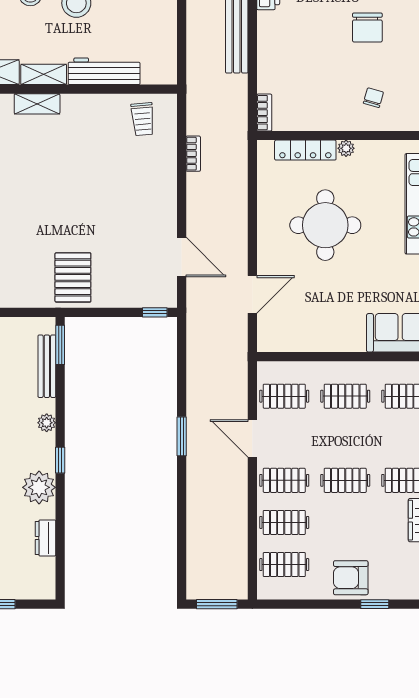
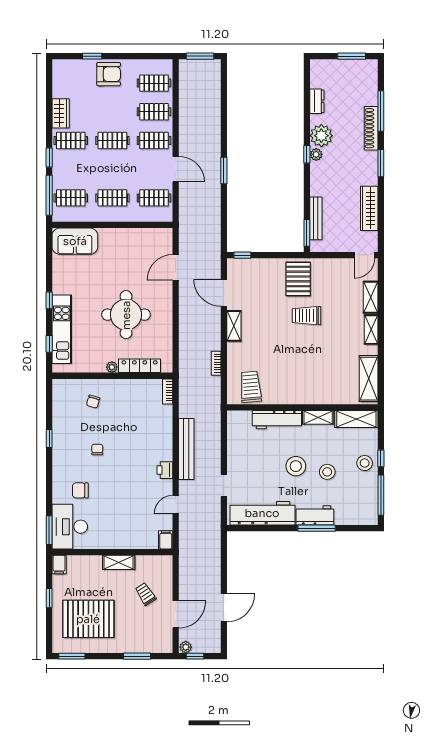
chair: (367, 27) -> (97, 449), width x0.54, depth x0.54
shelving: (37, 104) -> (234, 326), moved, turned 90
trolley: (143, 119) -> (251, 387), width x1.36, depth x1.39
trolley: (61, 224) -> (307, 316), added
plant: (47, 423) -> (316, 154), moved

